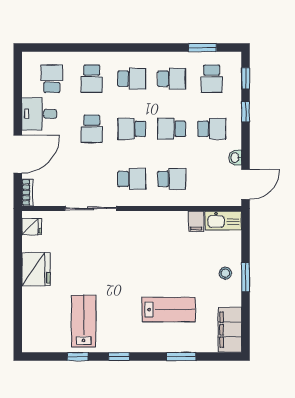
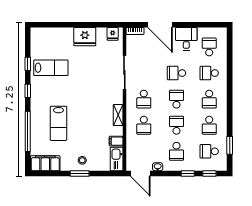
school desk: (52, 79) -> (209, 47), turned -90
shelving: (156, 218) -> (118, 115), added
window: (181, 357) -> (28, 131), width x2.11

